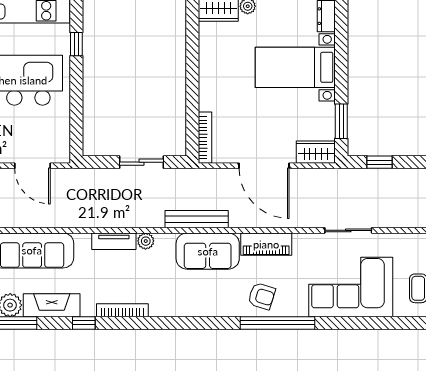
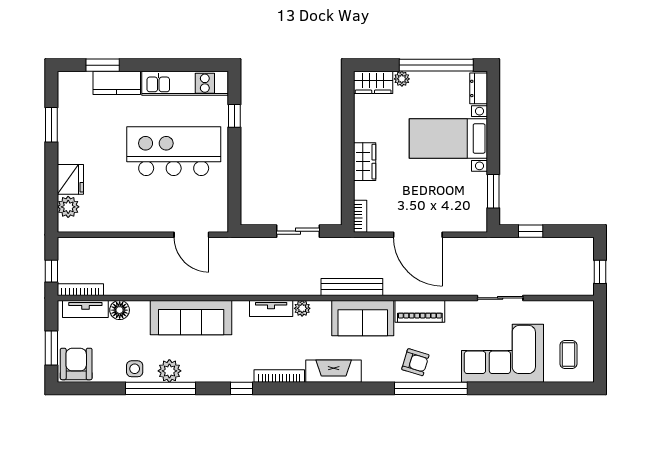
bookcase: (205, 138) -> (360, 216), width x0.64
wardrobe: (316, 152) -> (365, 162), moved, turned 90
fireplace: (52, 305) -> (334, 371), moved

